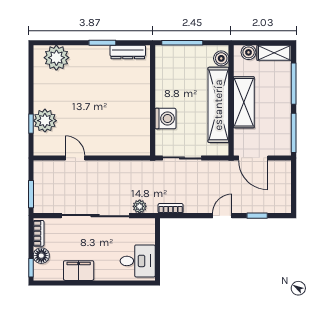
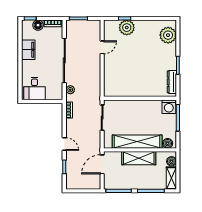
washing machine: (165, 118) -> (169, 107), moved

